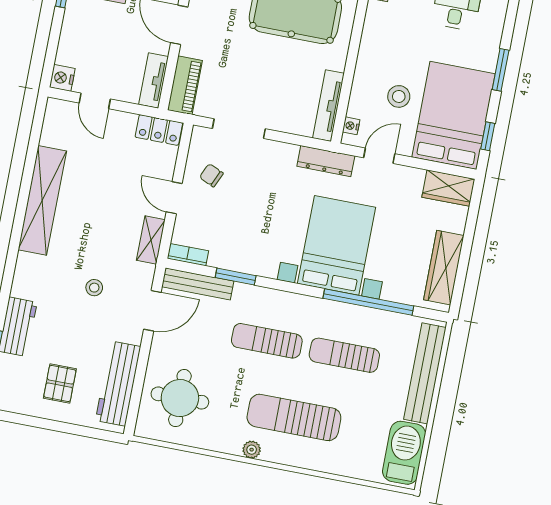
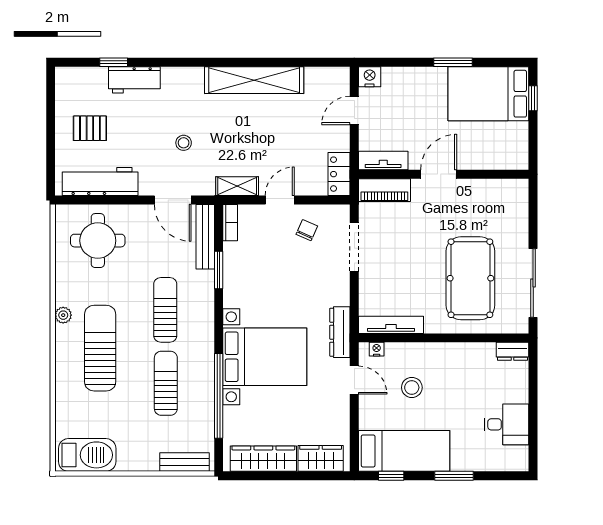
bed: (453, 115) -> (404, 451), width x0.67
wardrobe: (448, 188) -> (321, 458), moved, turned 90
bench: (425, 373) -> (185, 462), width x0.54, depth x0.82

